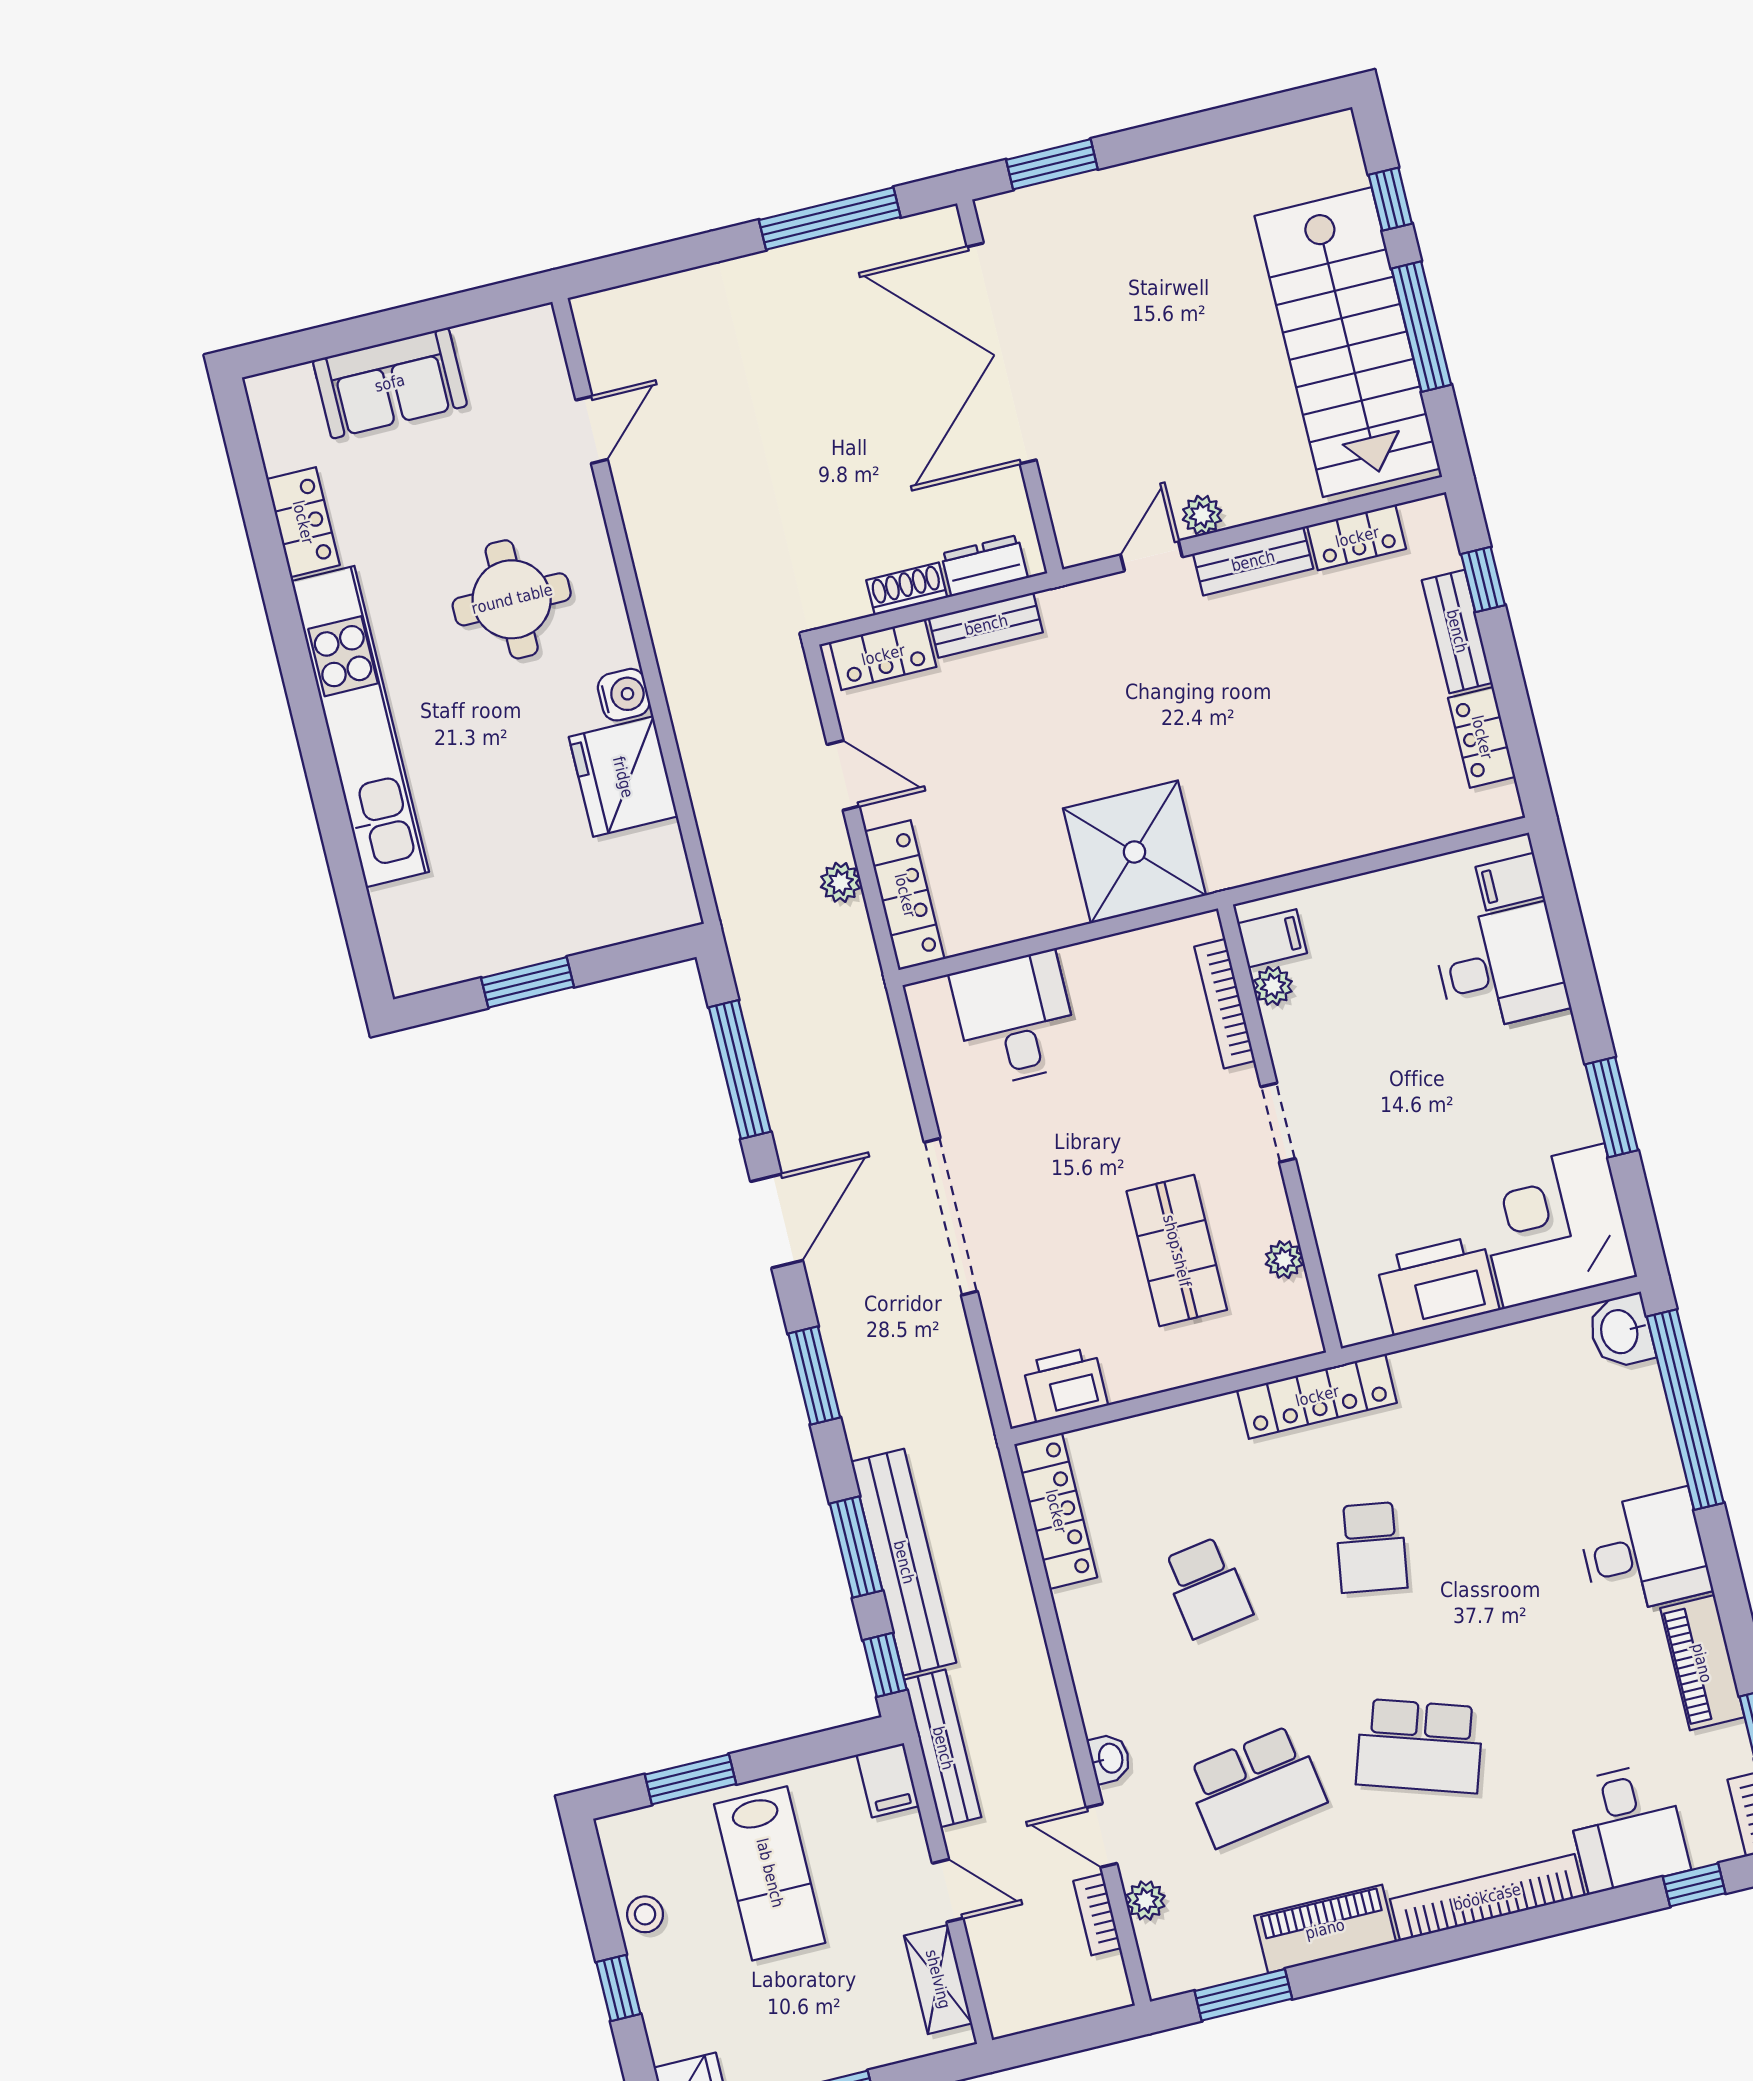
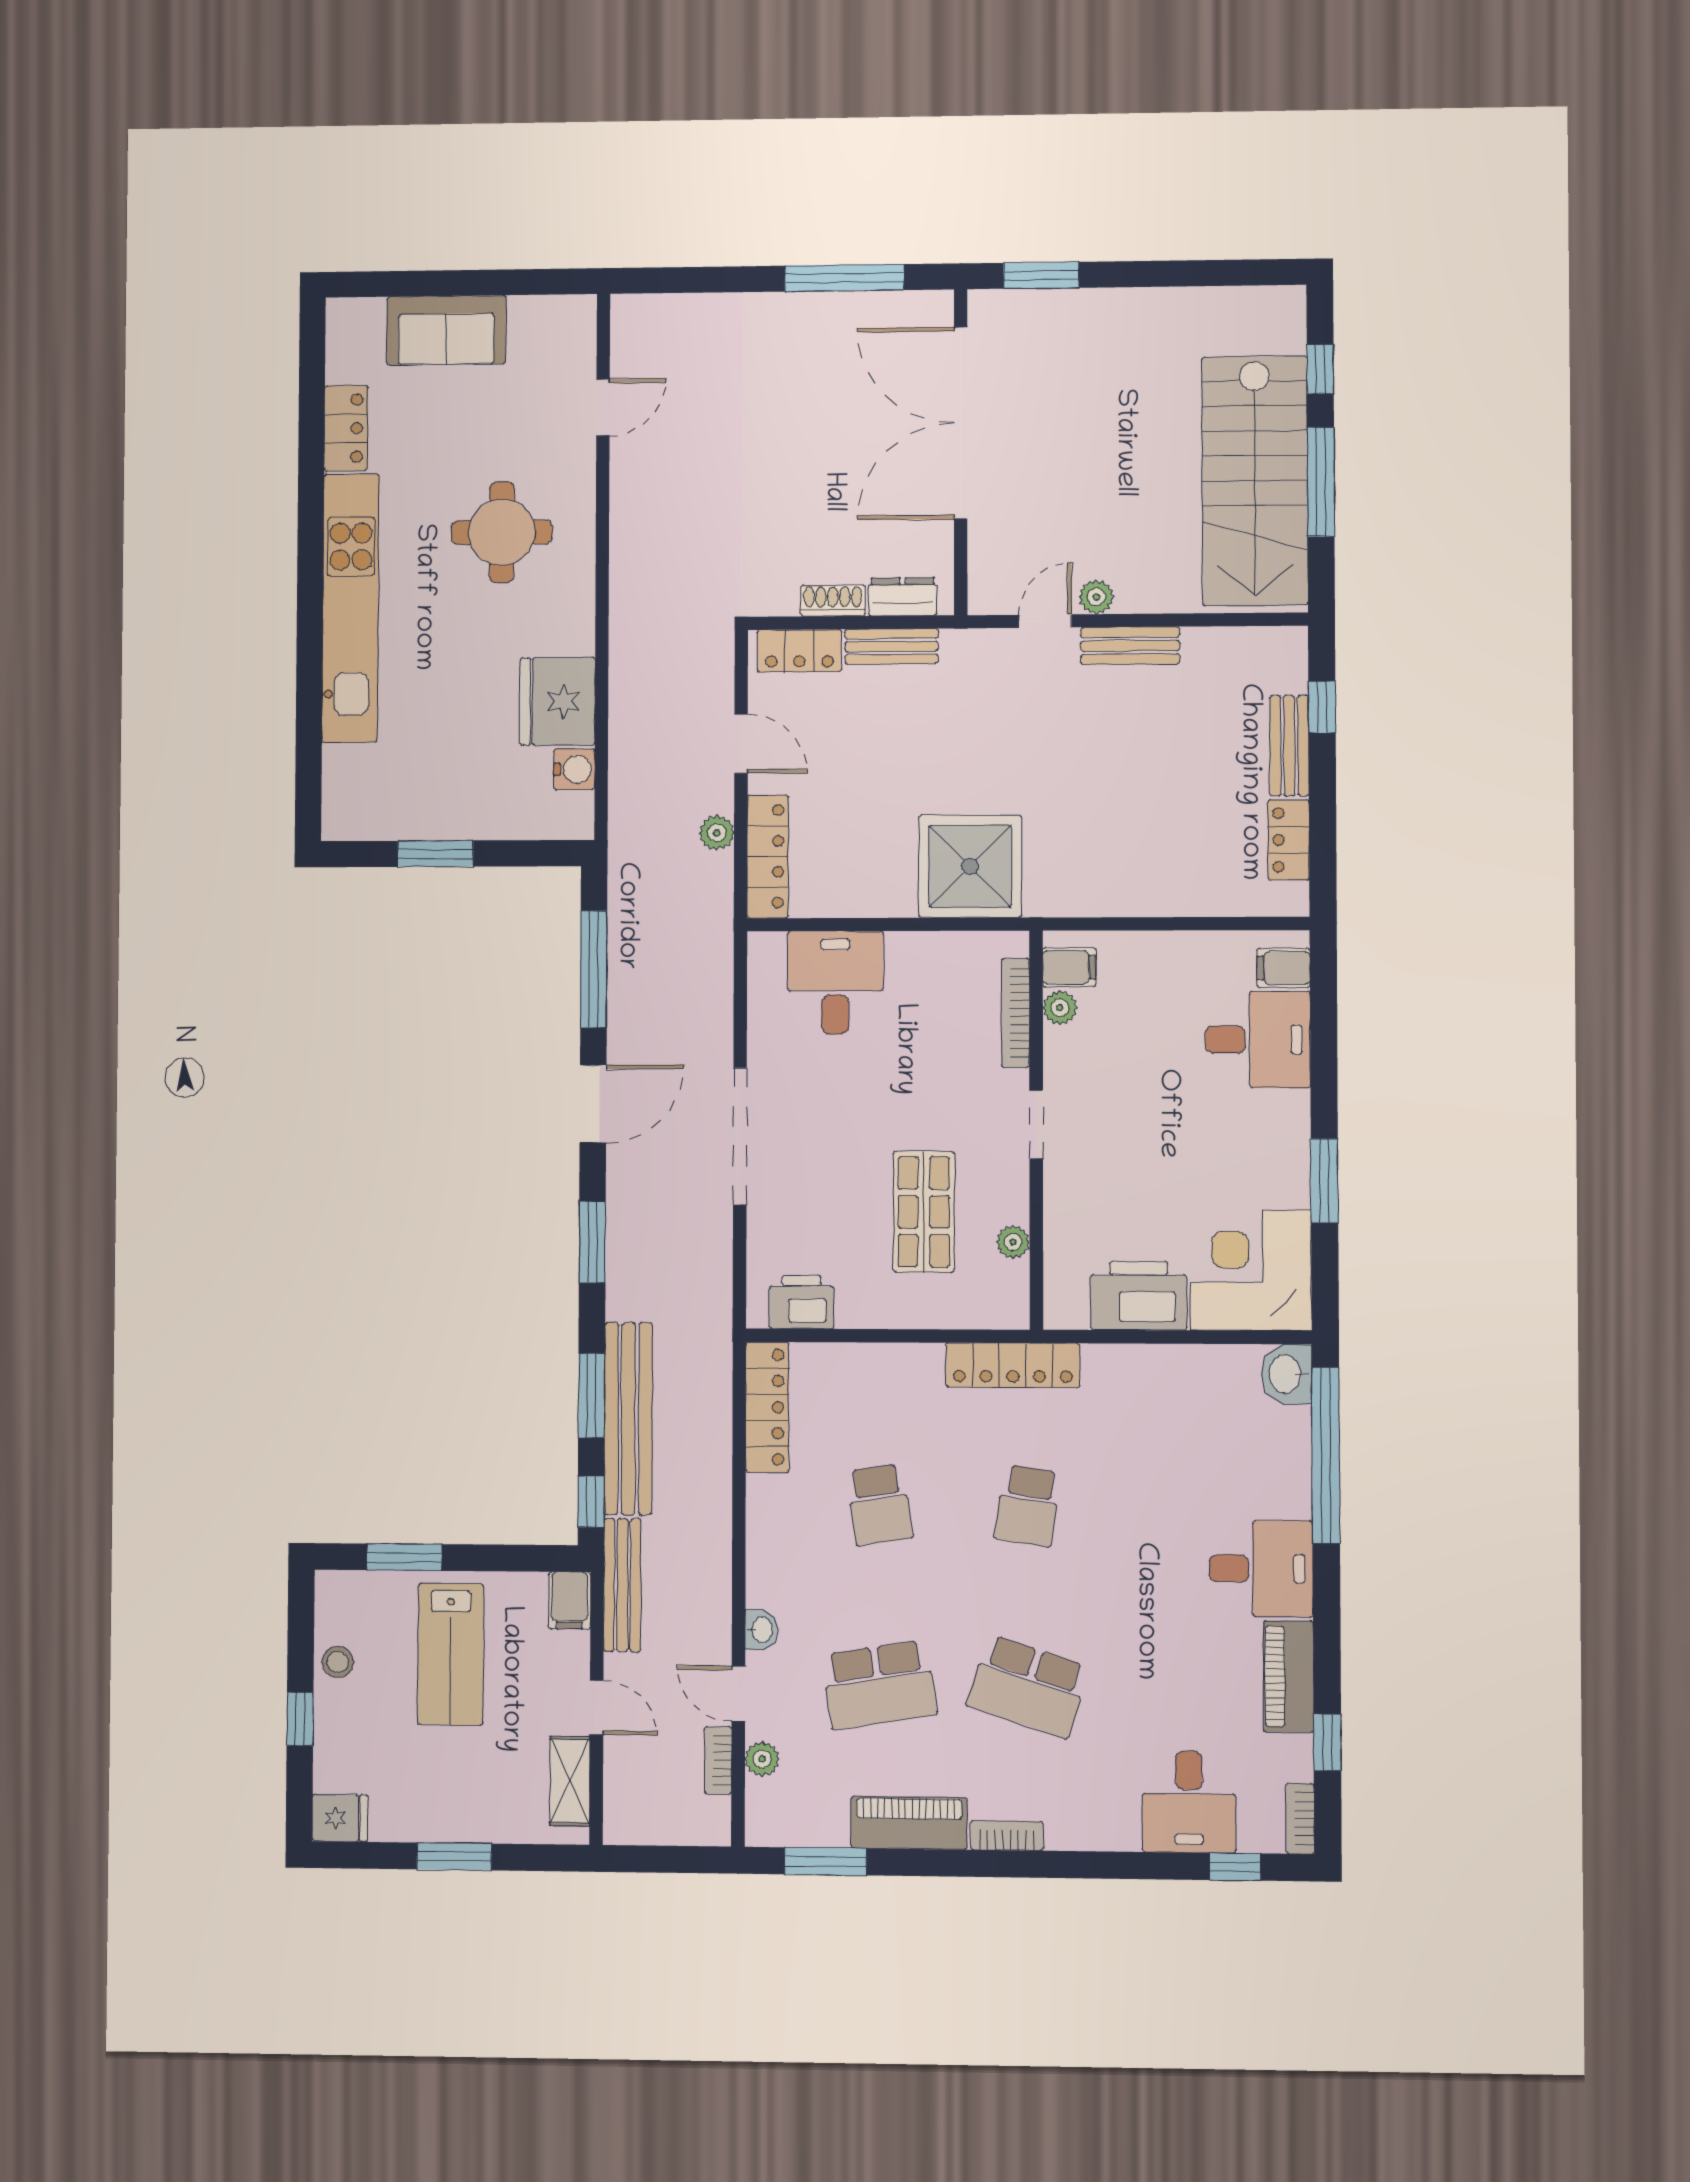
locker: (1357, 537) -> (1223, 646), removed
water cooler: (624, 695) -> (574, 769), moved
bookcase: (1487, 1897) -> (1007, 1836), width x0.43, depth x0.76

